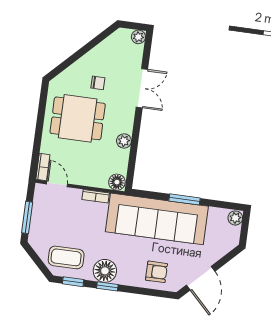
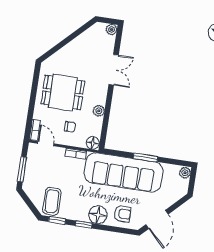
chair: (98, 83) -> (70, 127), moved
coffee table: (66, 257) -> (52, 201), turned 90
floor lamp: (105, 271) -> (98, 215), moved

